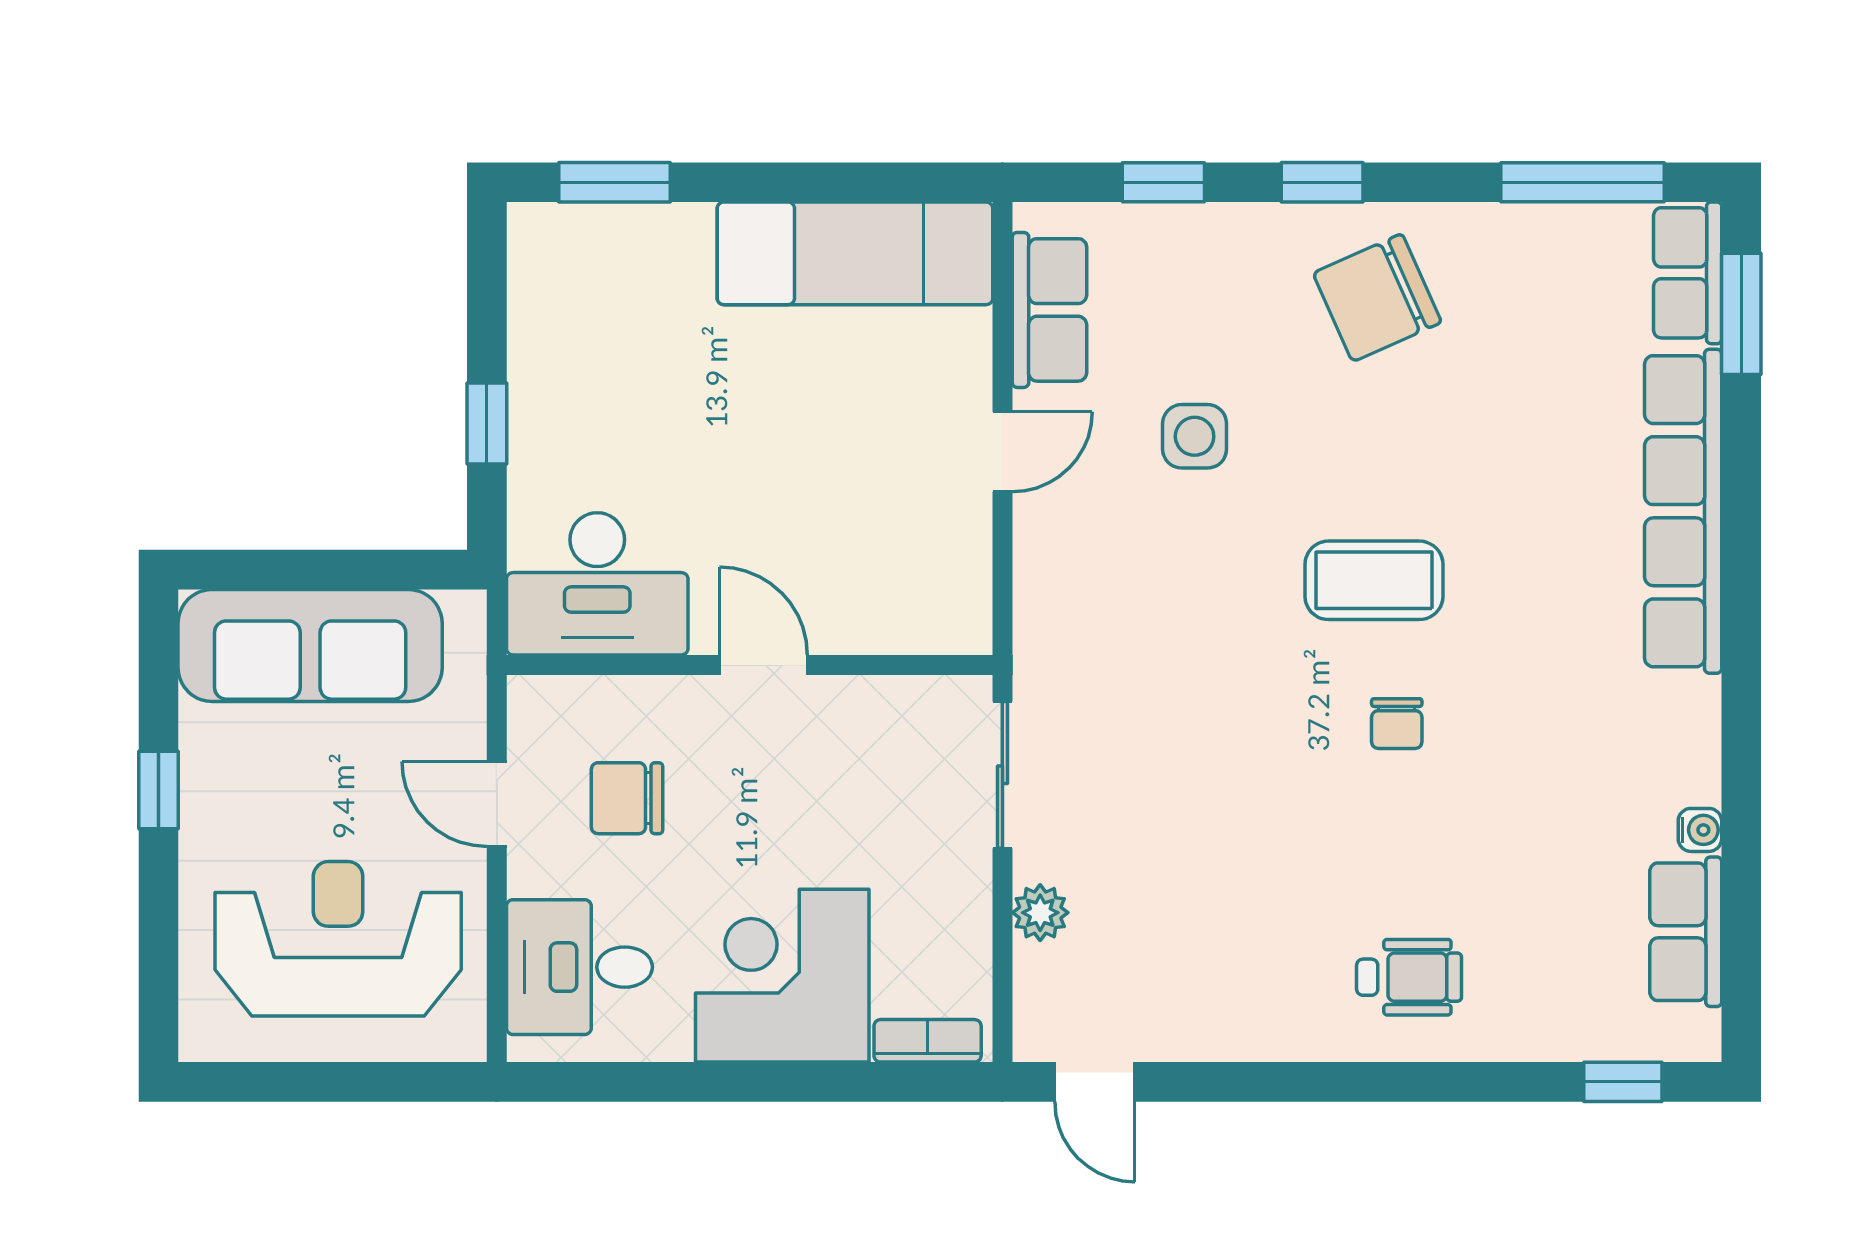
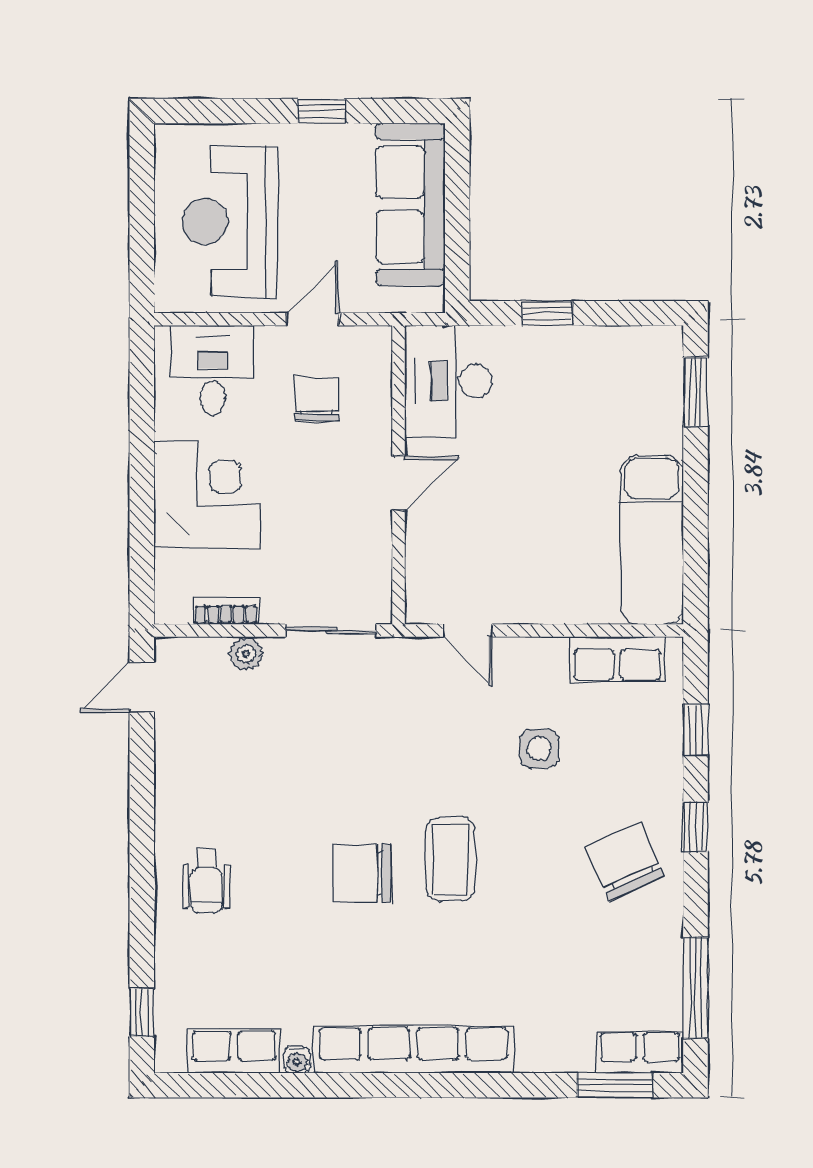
door: (1002, 452) -> (467, 630), moved
row of seats: (1683, 511) -> (413, 1049), moved
chair: (1397, 724) -> (362, 873), width x1.87, depth x1.87
reception desk: (338, 939) -> (230, 222), turned 180
bookcase: (928, 1041) -> (226, 611), moved, turned -90

